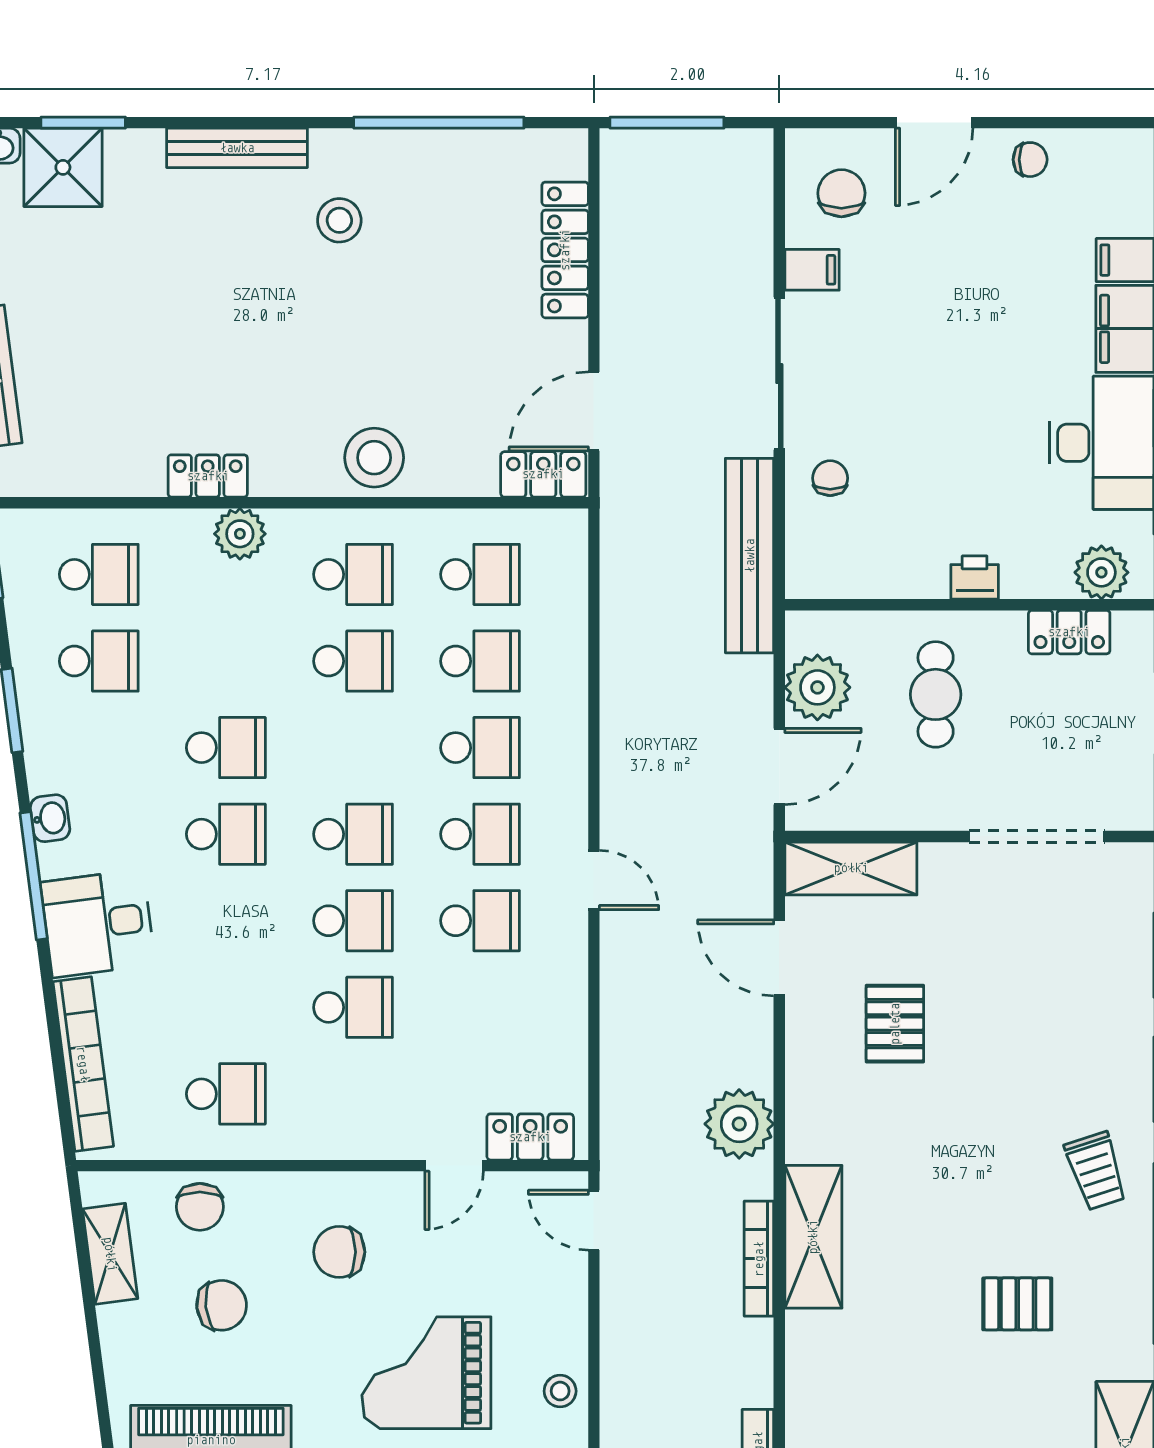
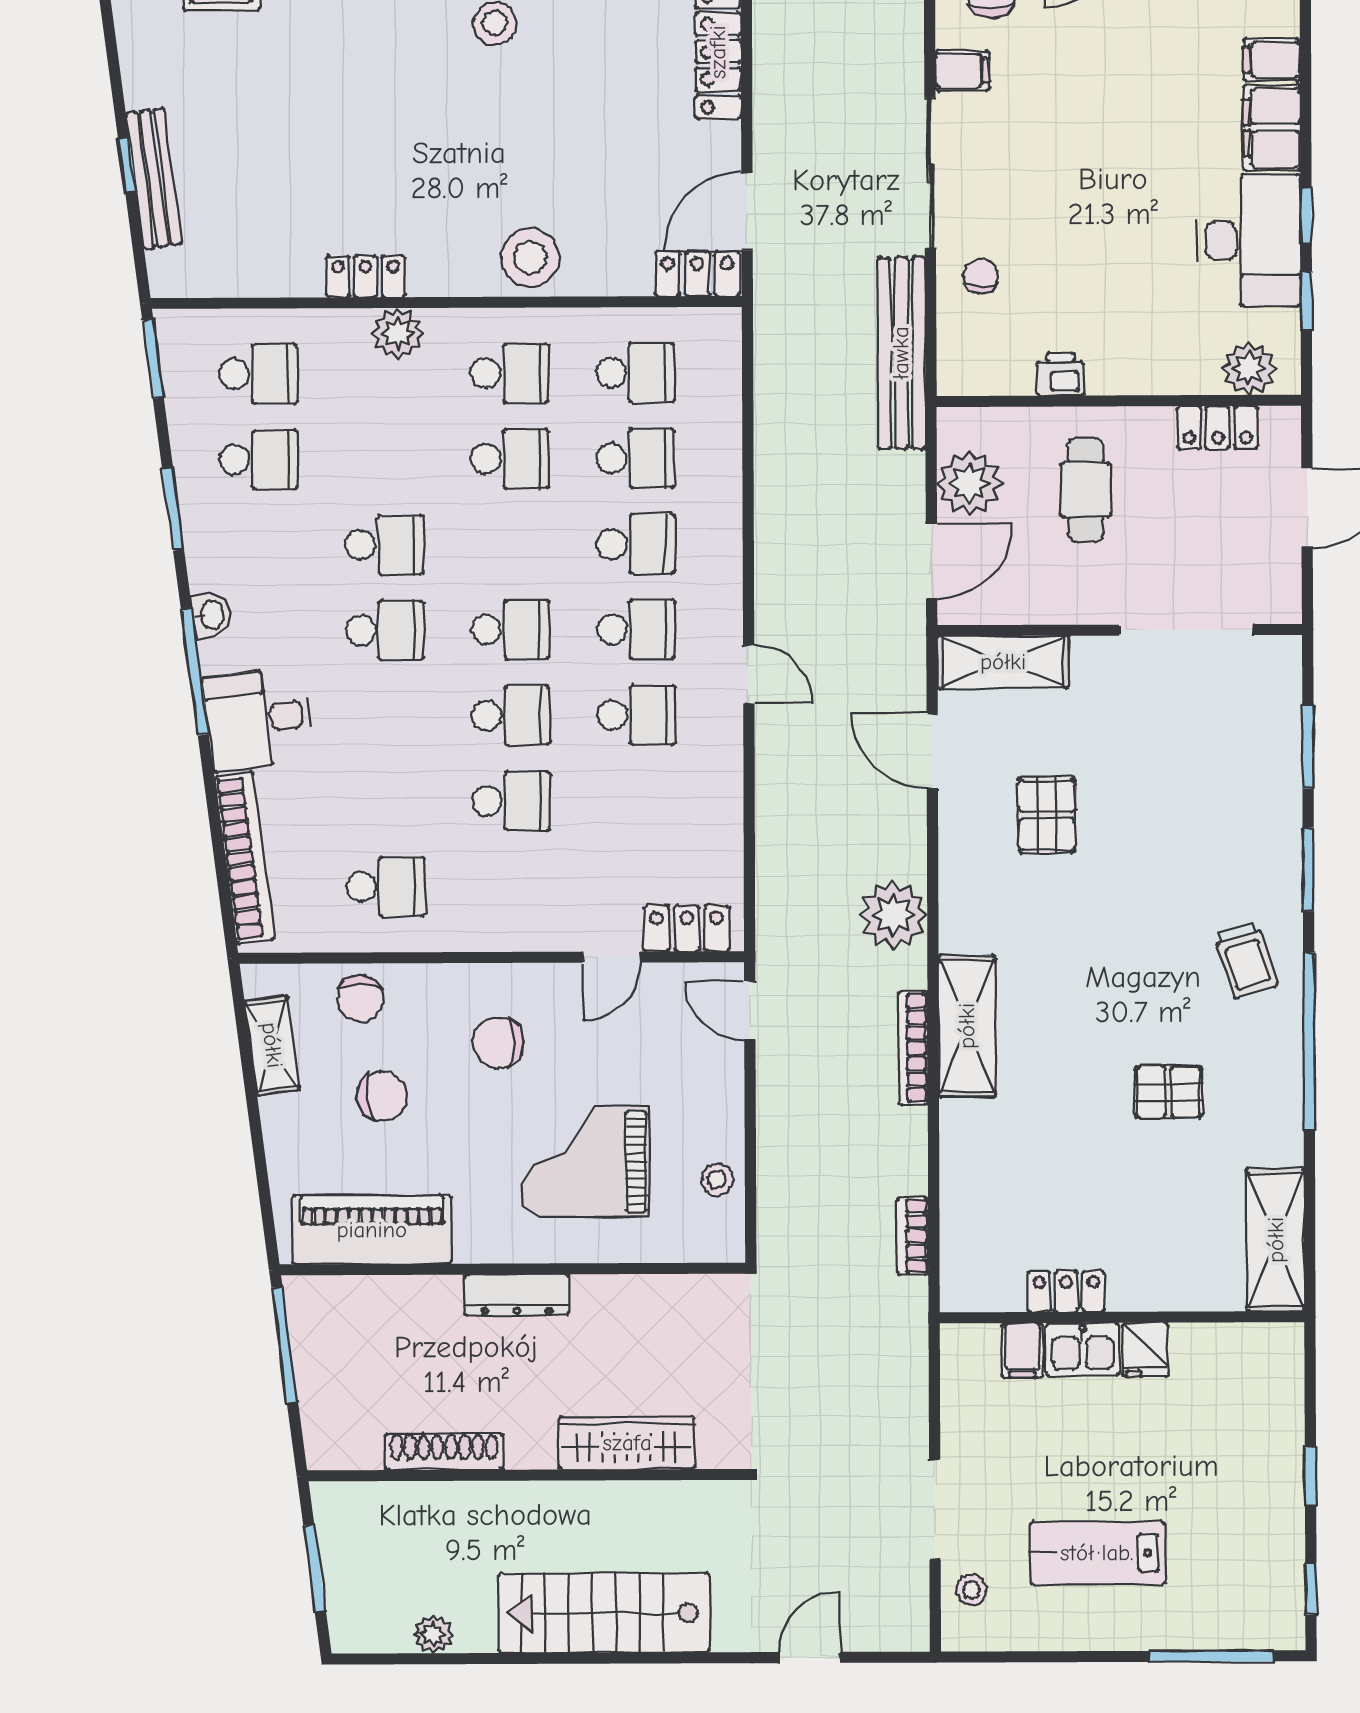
printer: (975, 578) -> (1060, 374), moved

